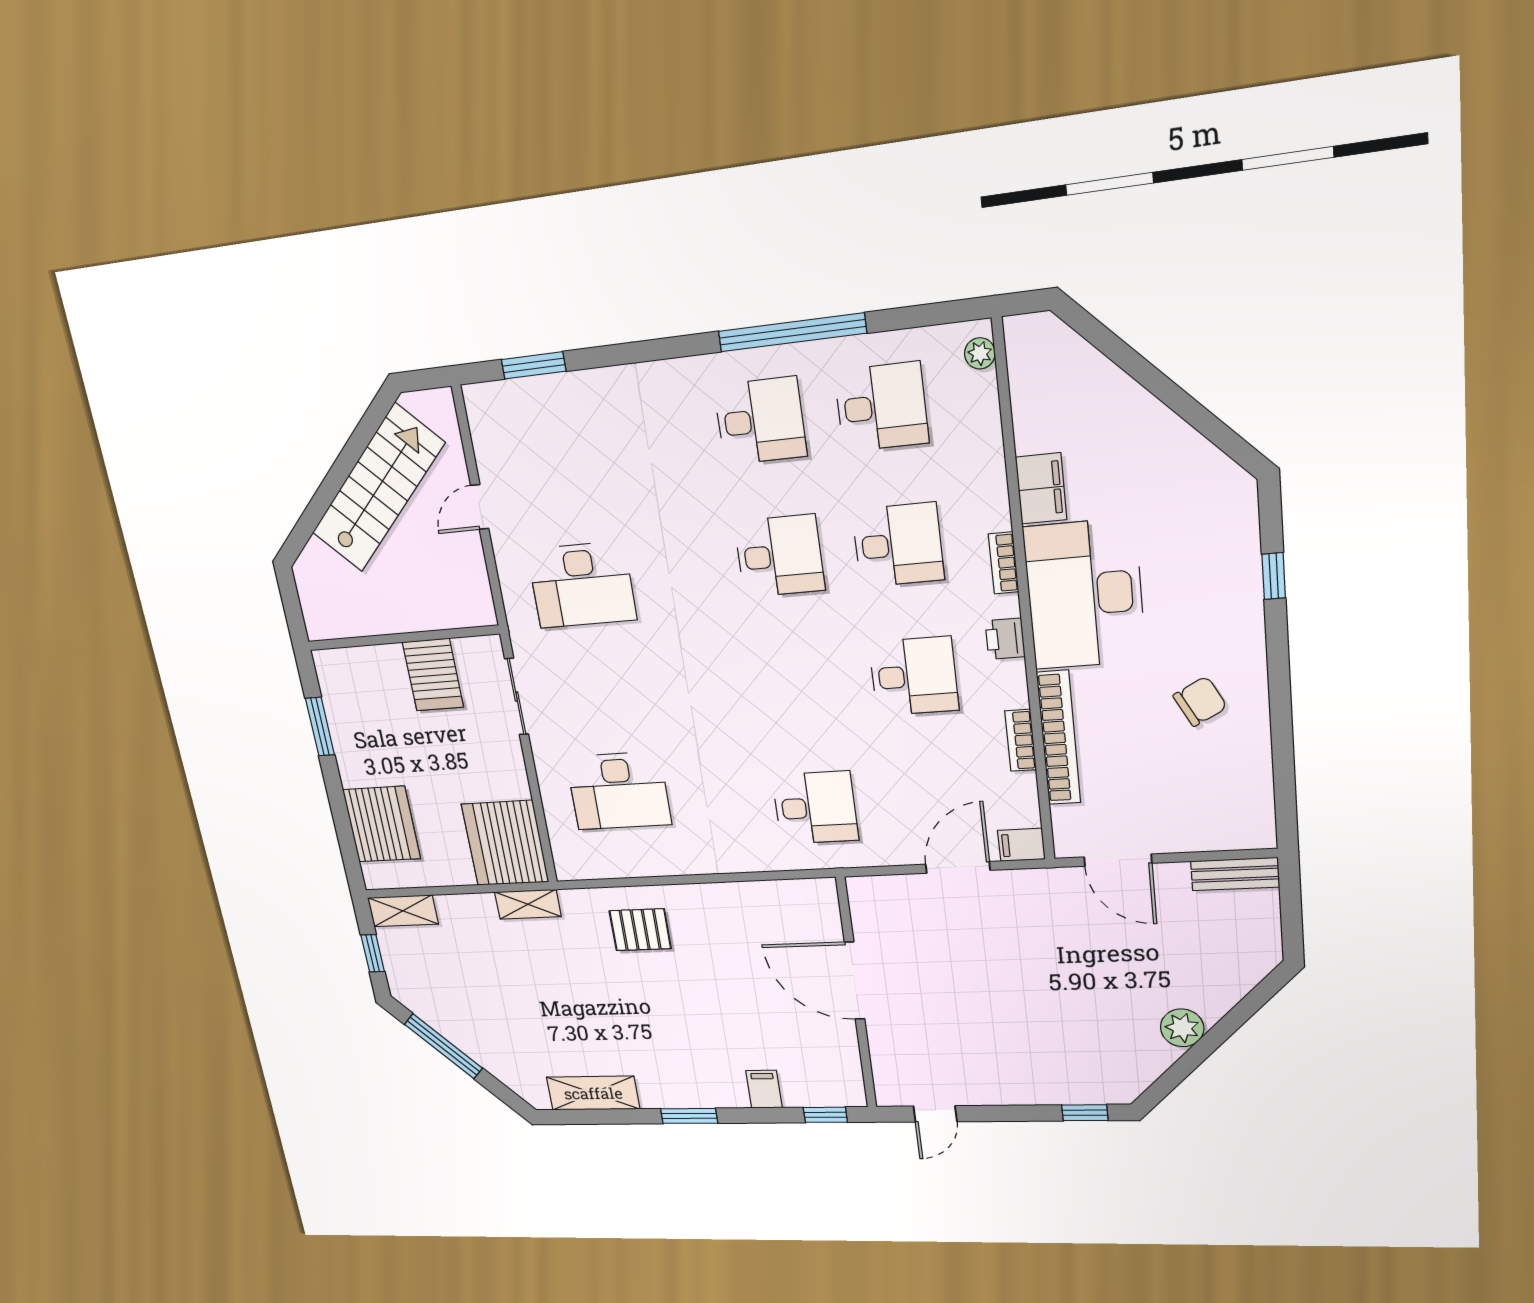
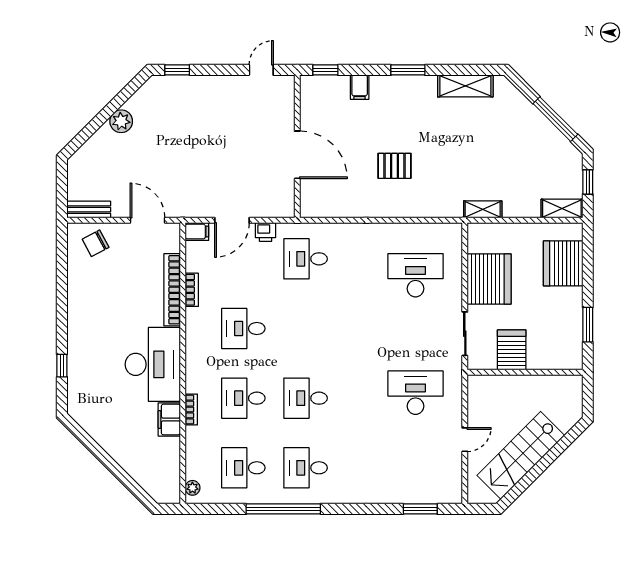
bookcase: (1004, 563) -> (191, 410), moved
printer: (1005, 639) -> (266, 232), moved, turned 90
chair: (1200, 701) -> (96, 243), moved
server rack: (505, 843) -> (489, 279), moved
pallet: (640, 930) -> (395, 166), moved

